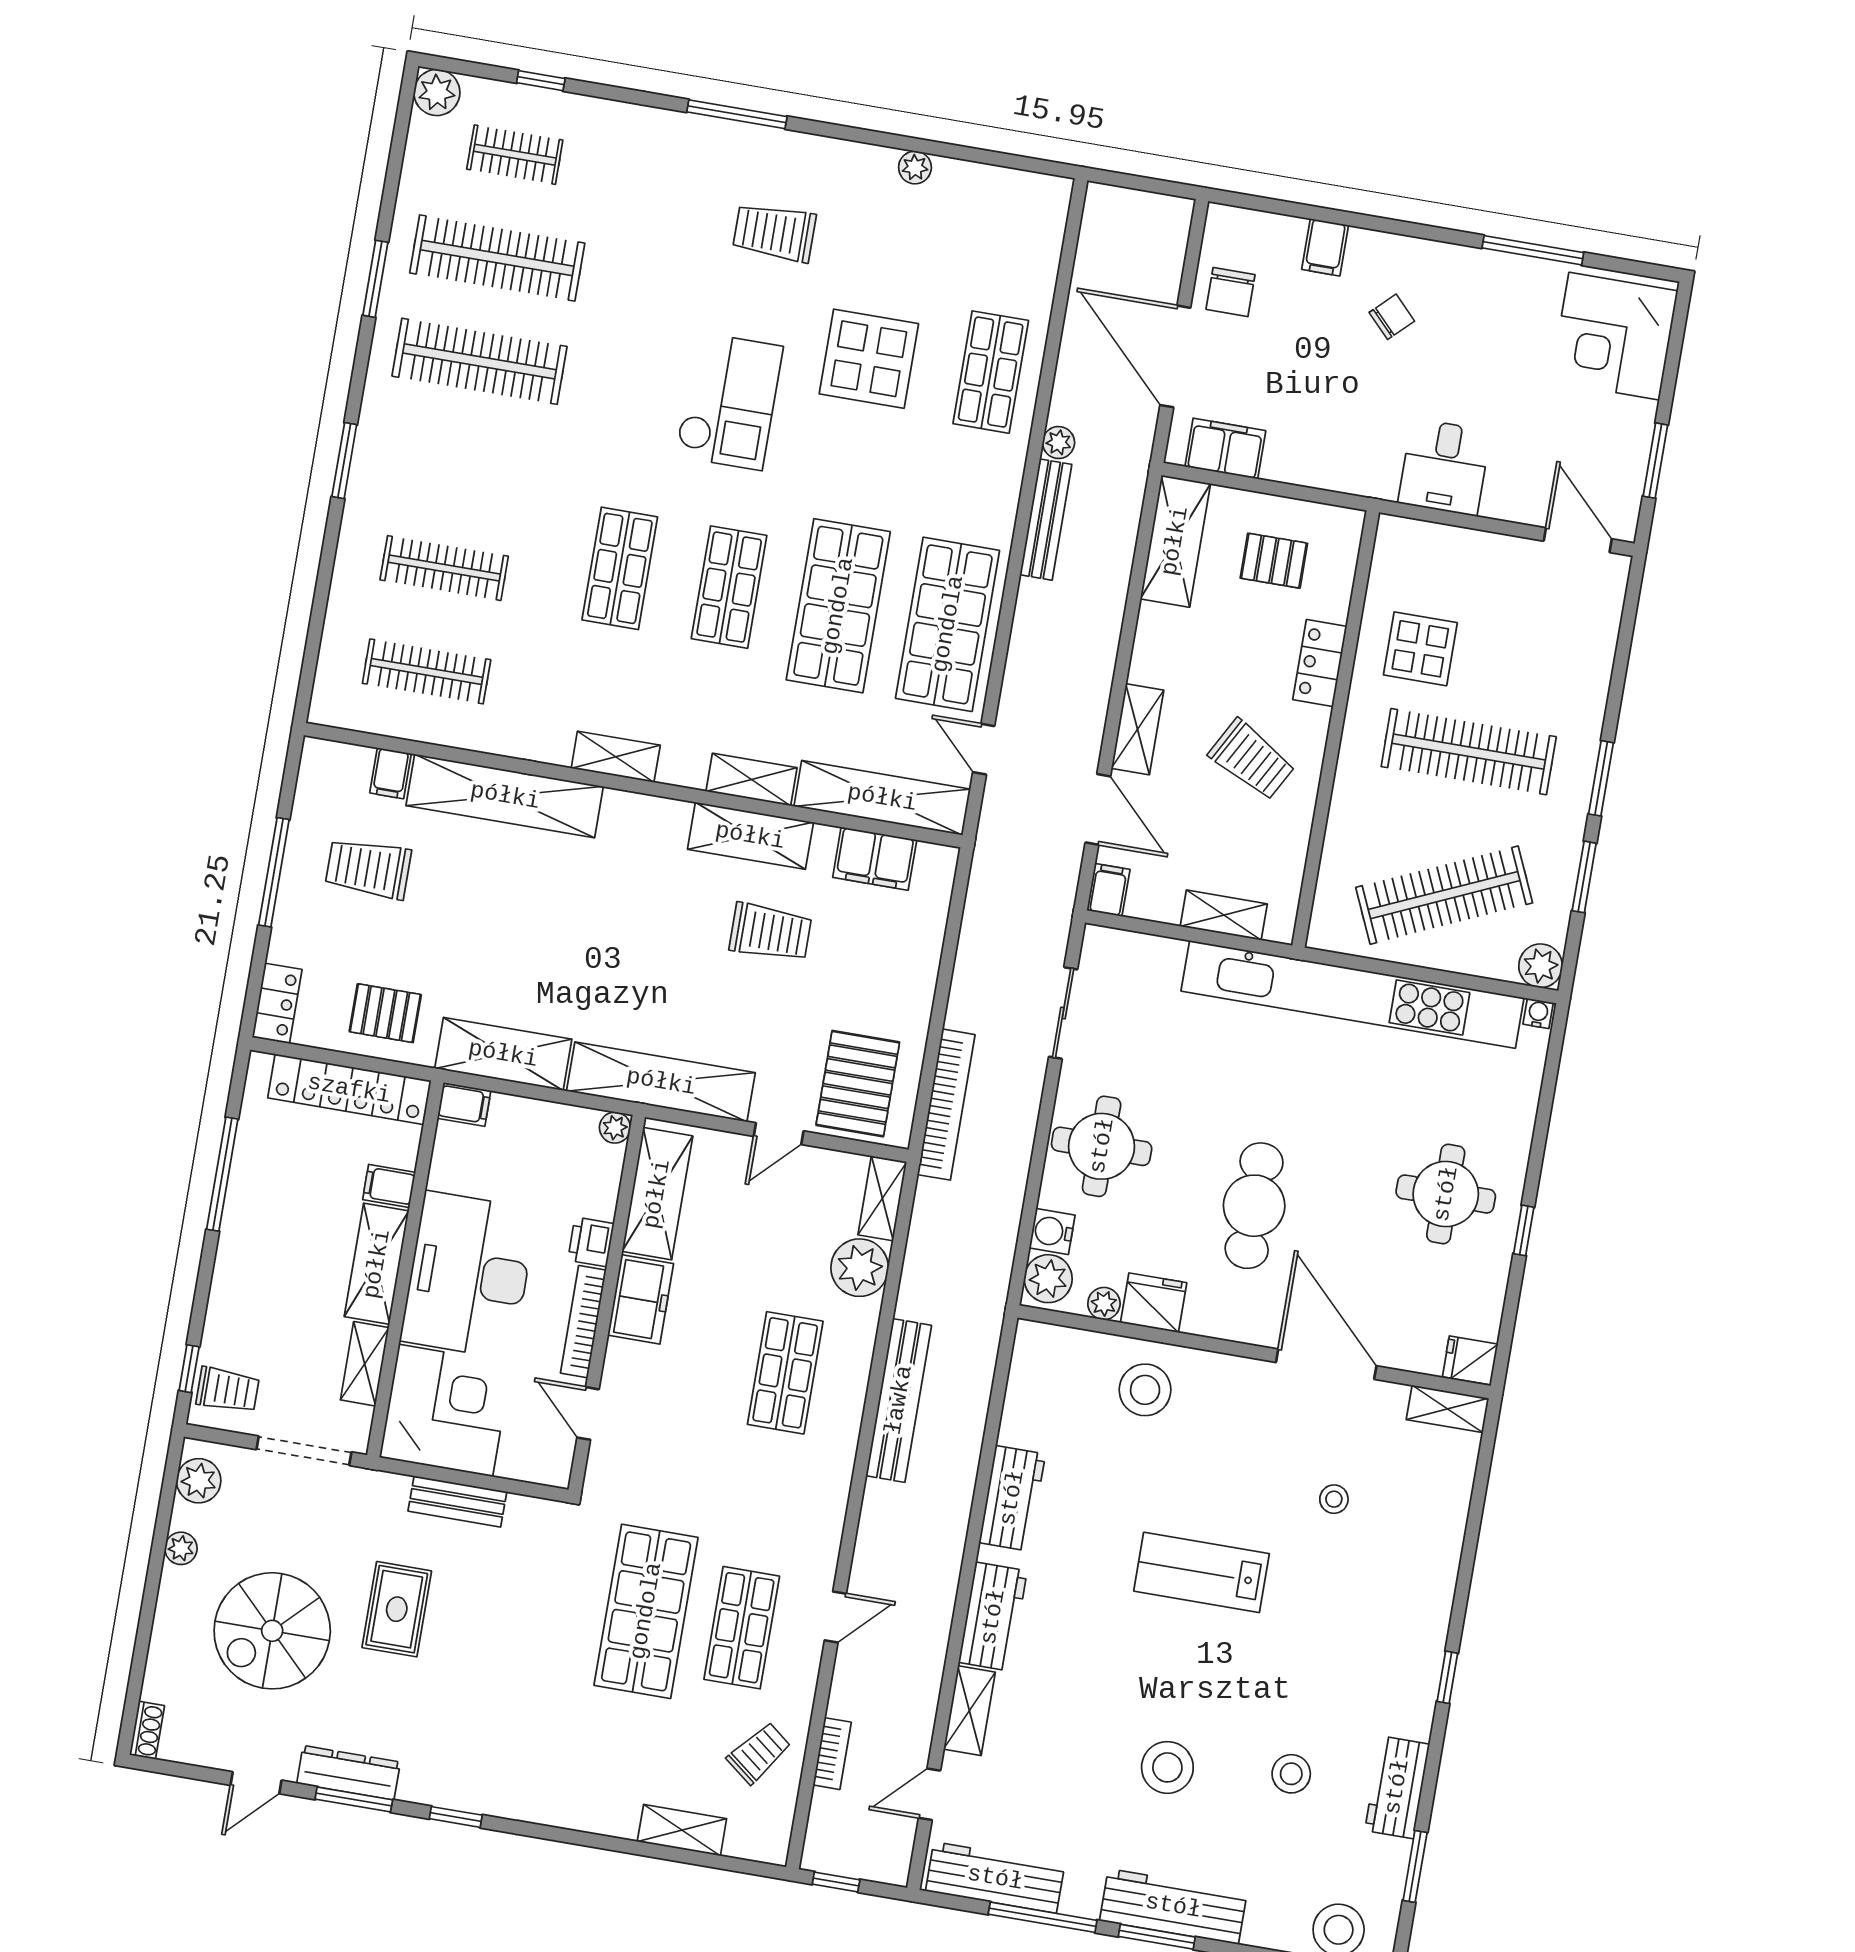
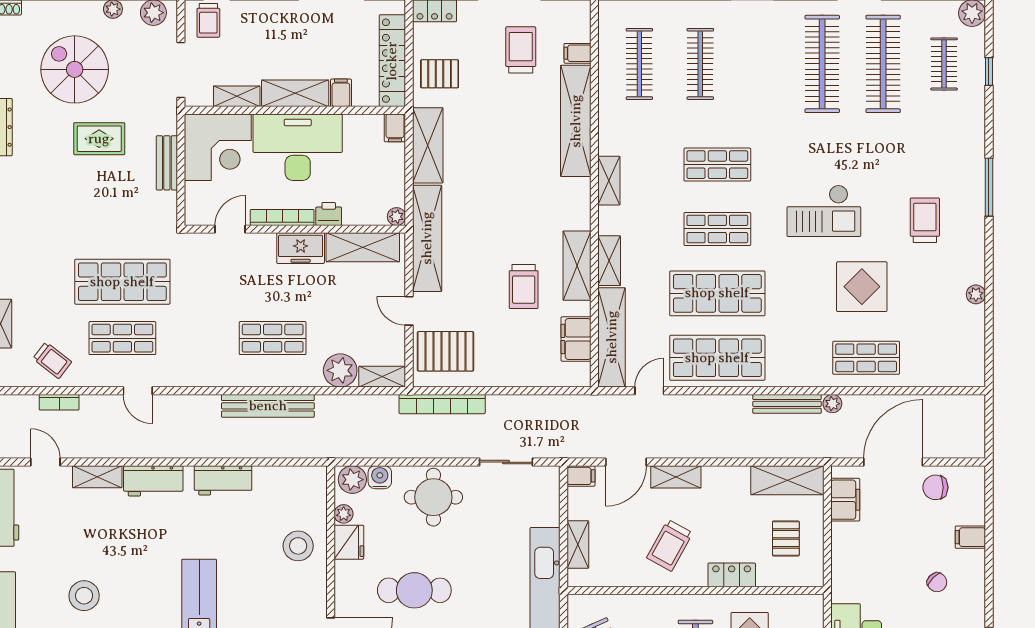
pallet: (385, 1013) -> (440, 74), turned 90

